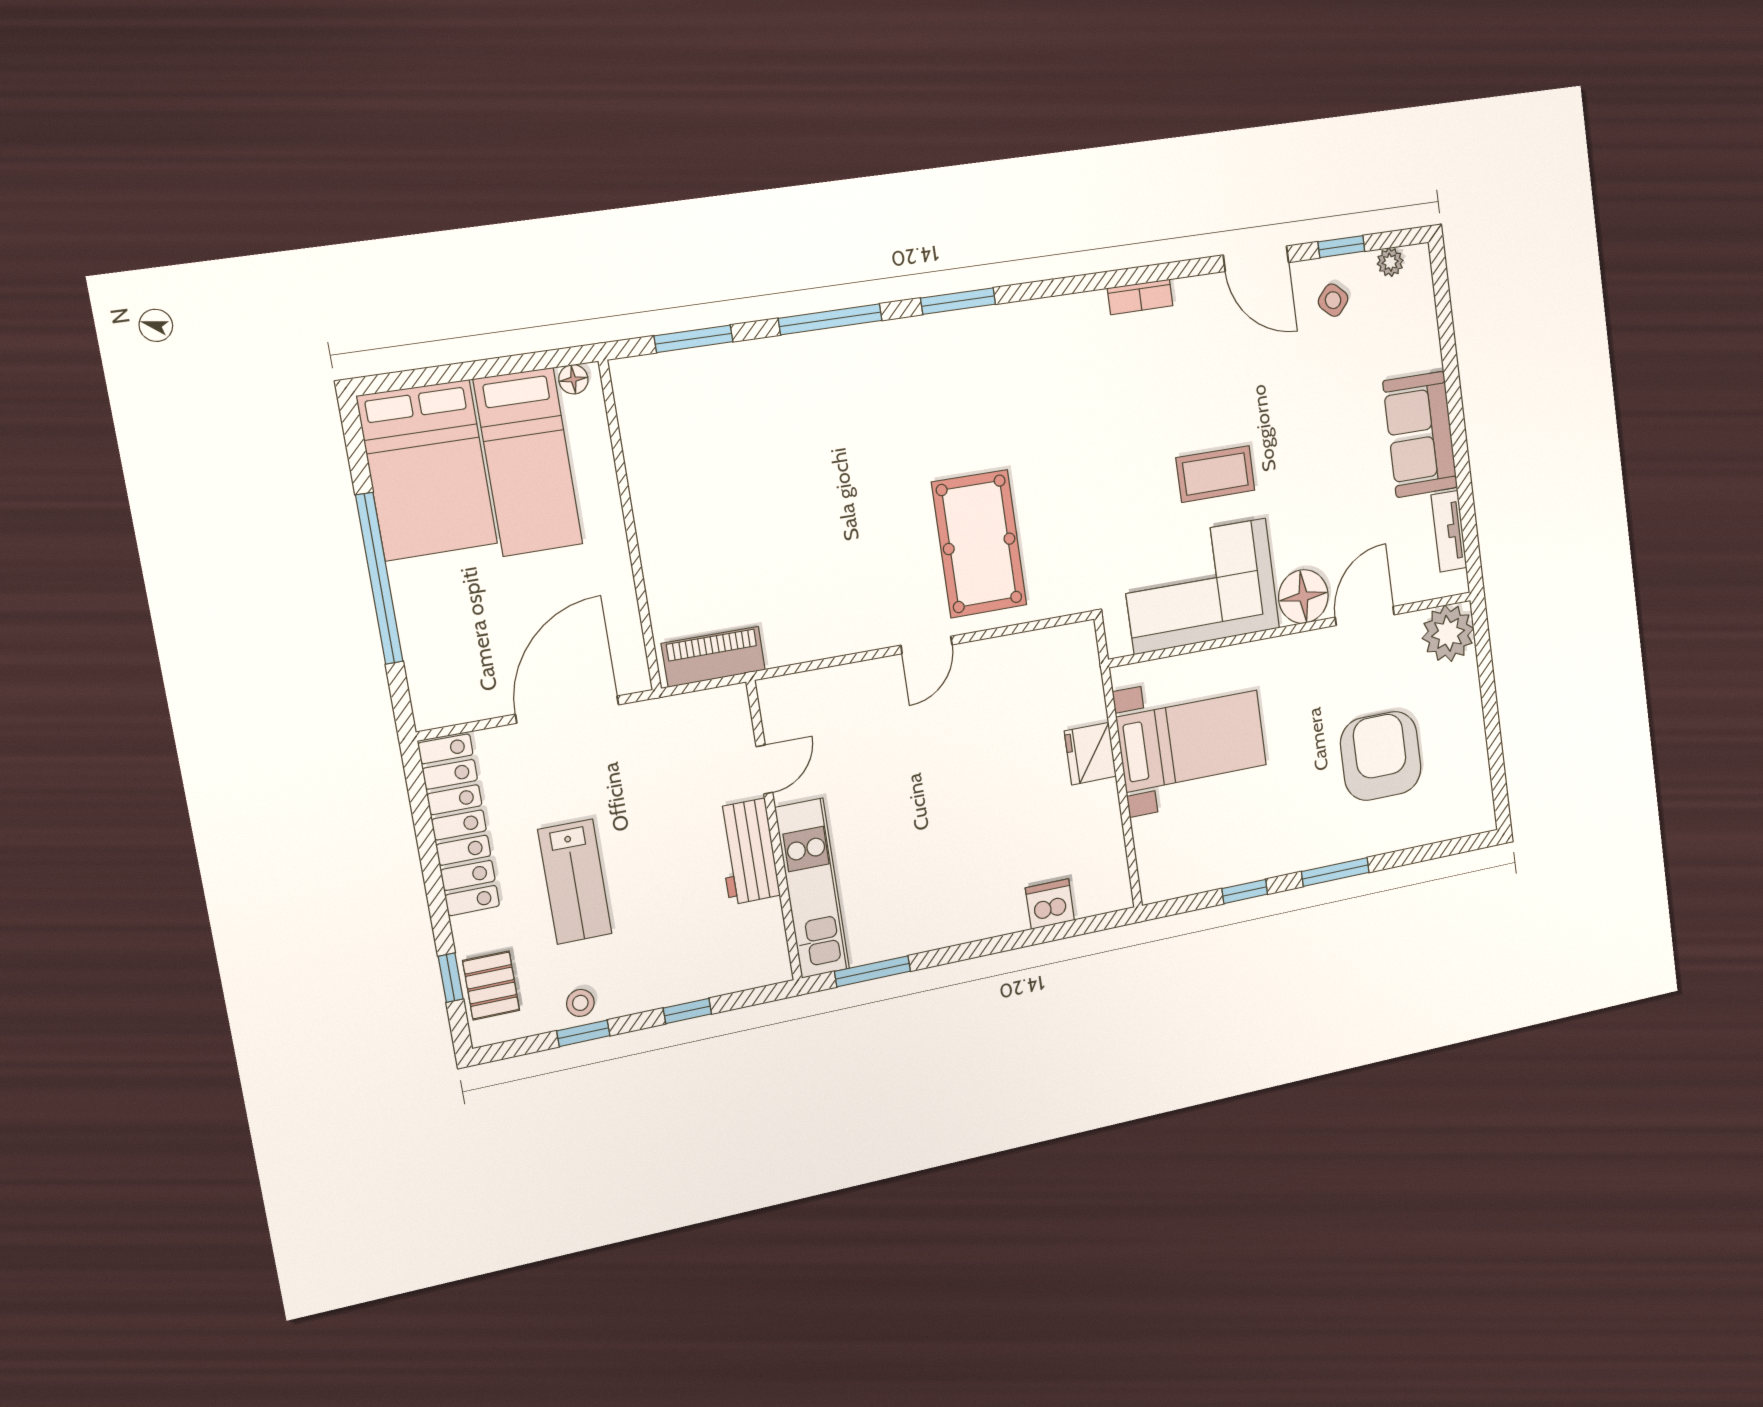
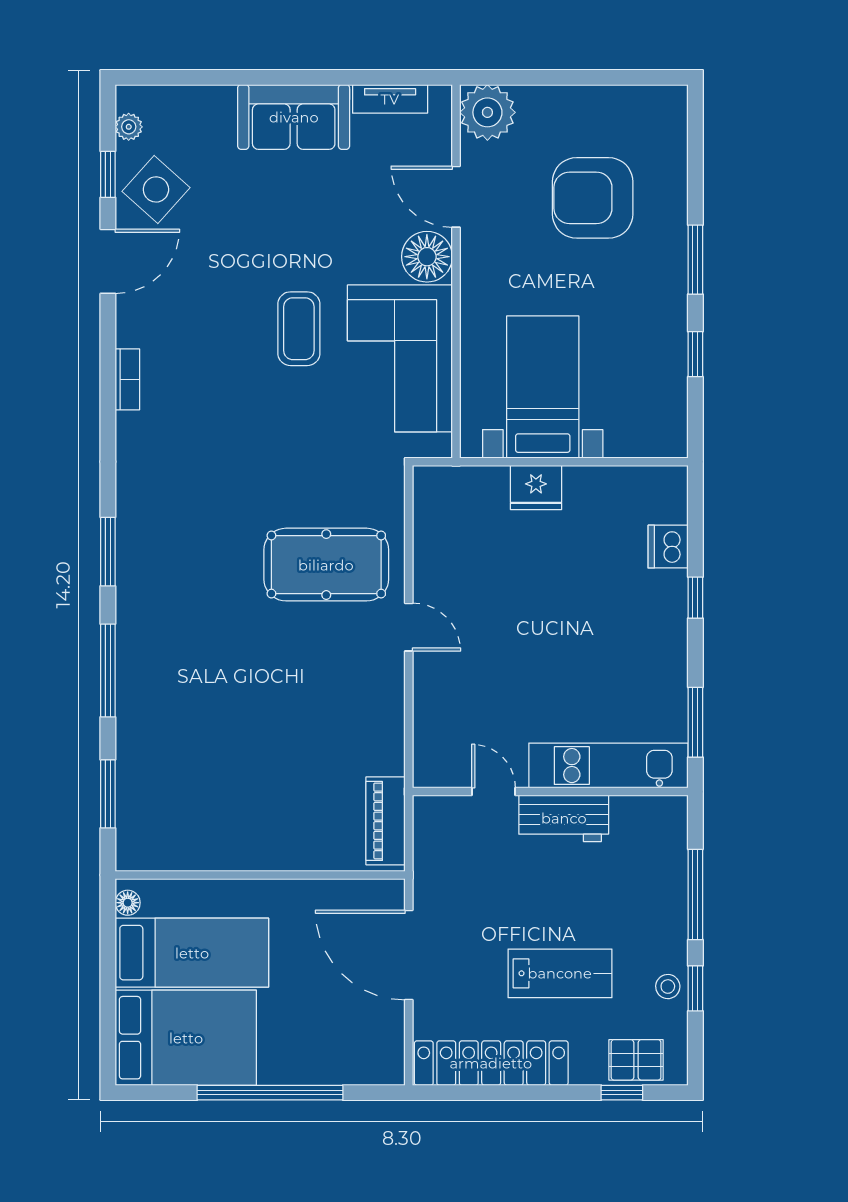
side table: (1333, 300) -> (156, 189), width x1.87, depth x1.87
window: (1002, 943) -> (695, 598), added
window: (687, 1011) -> (695, 895), width x2.17

